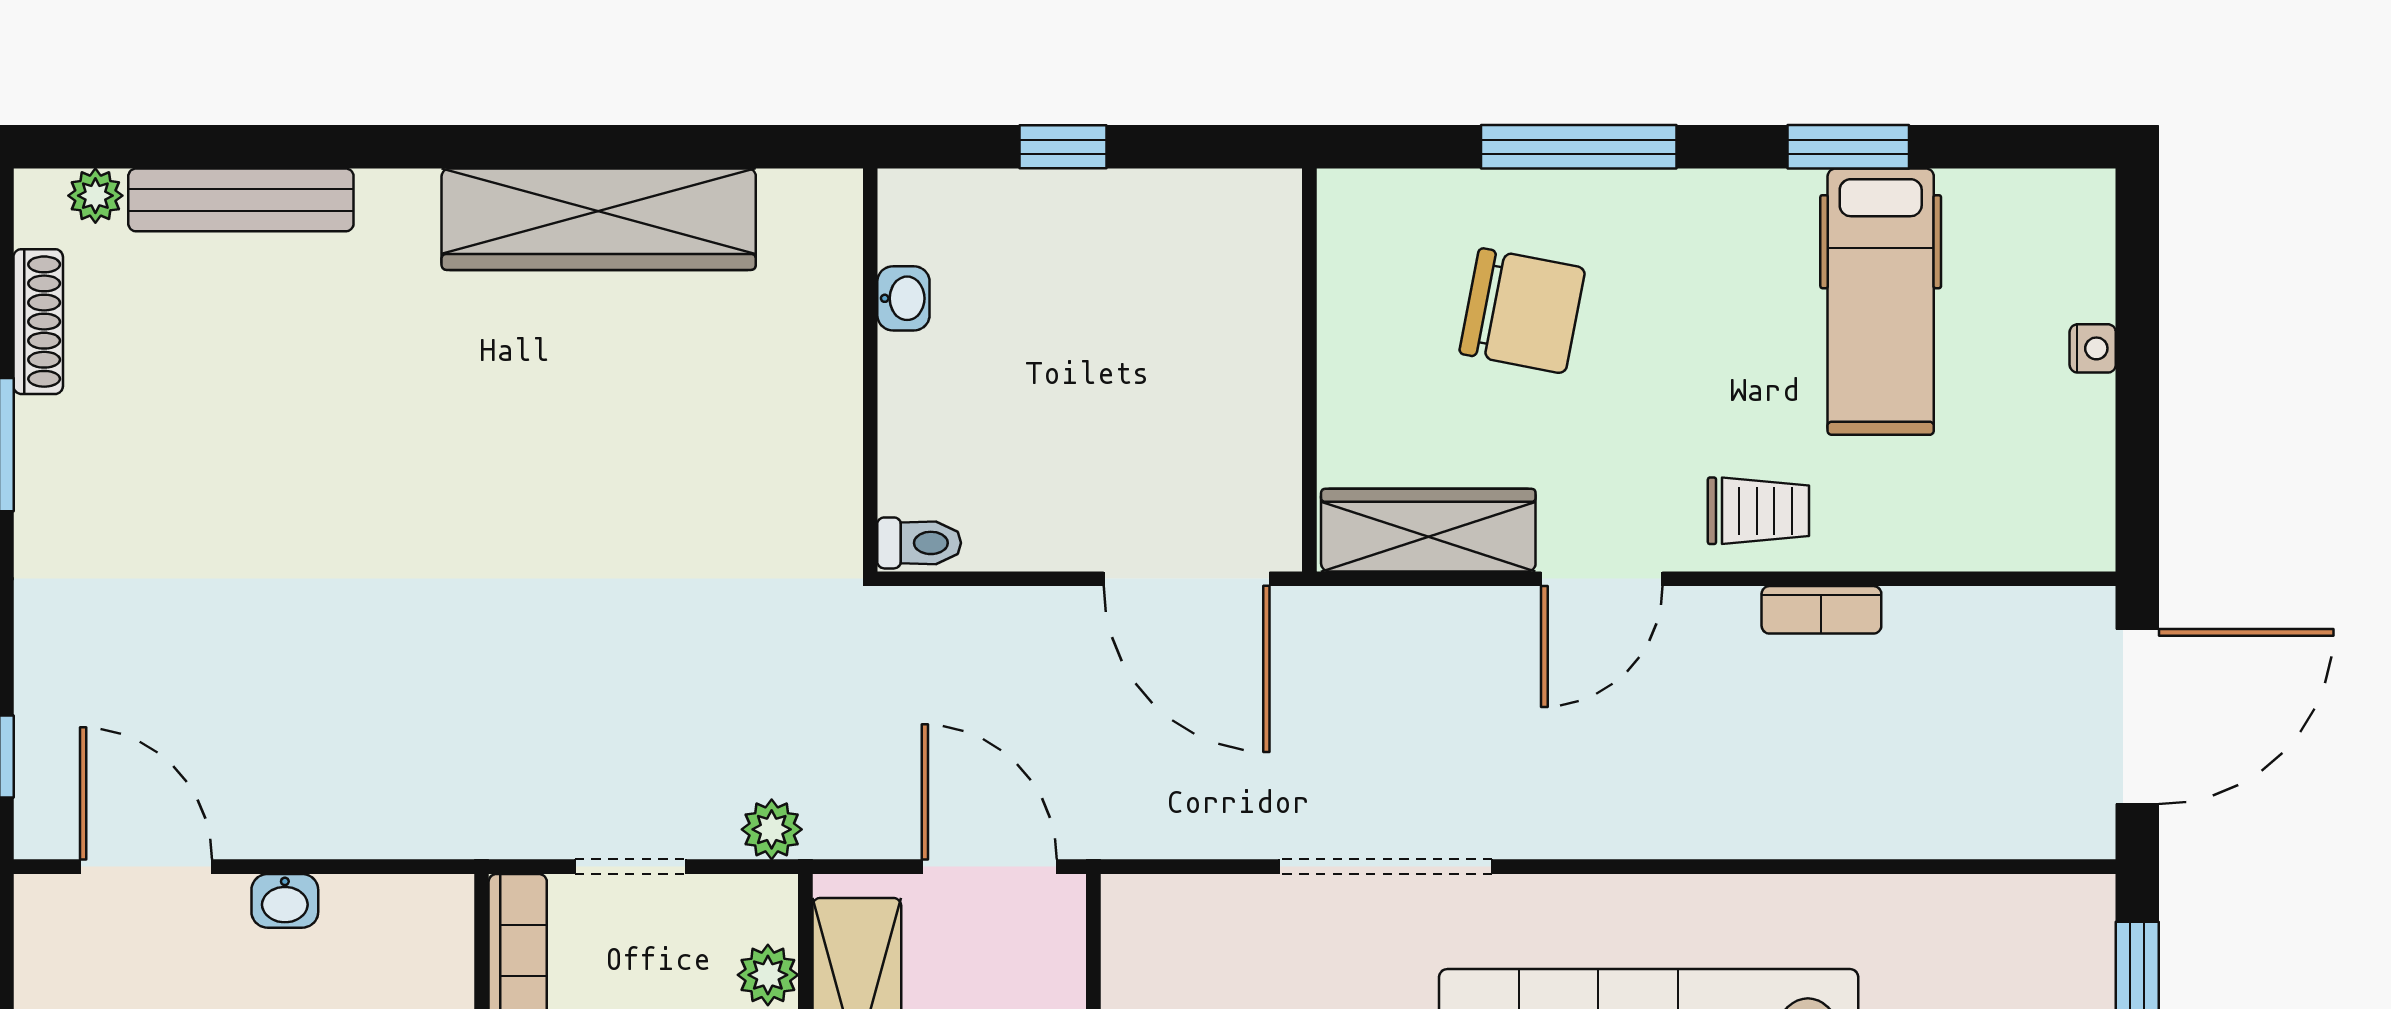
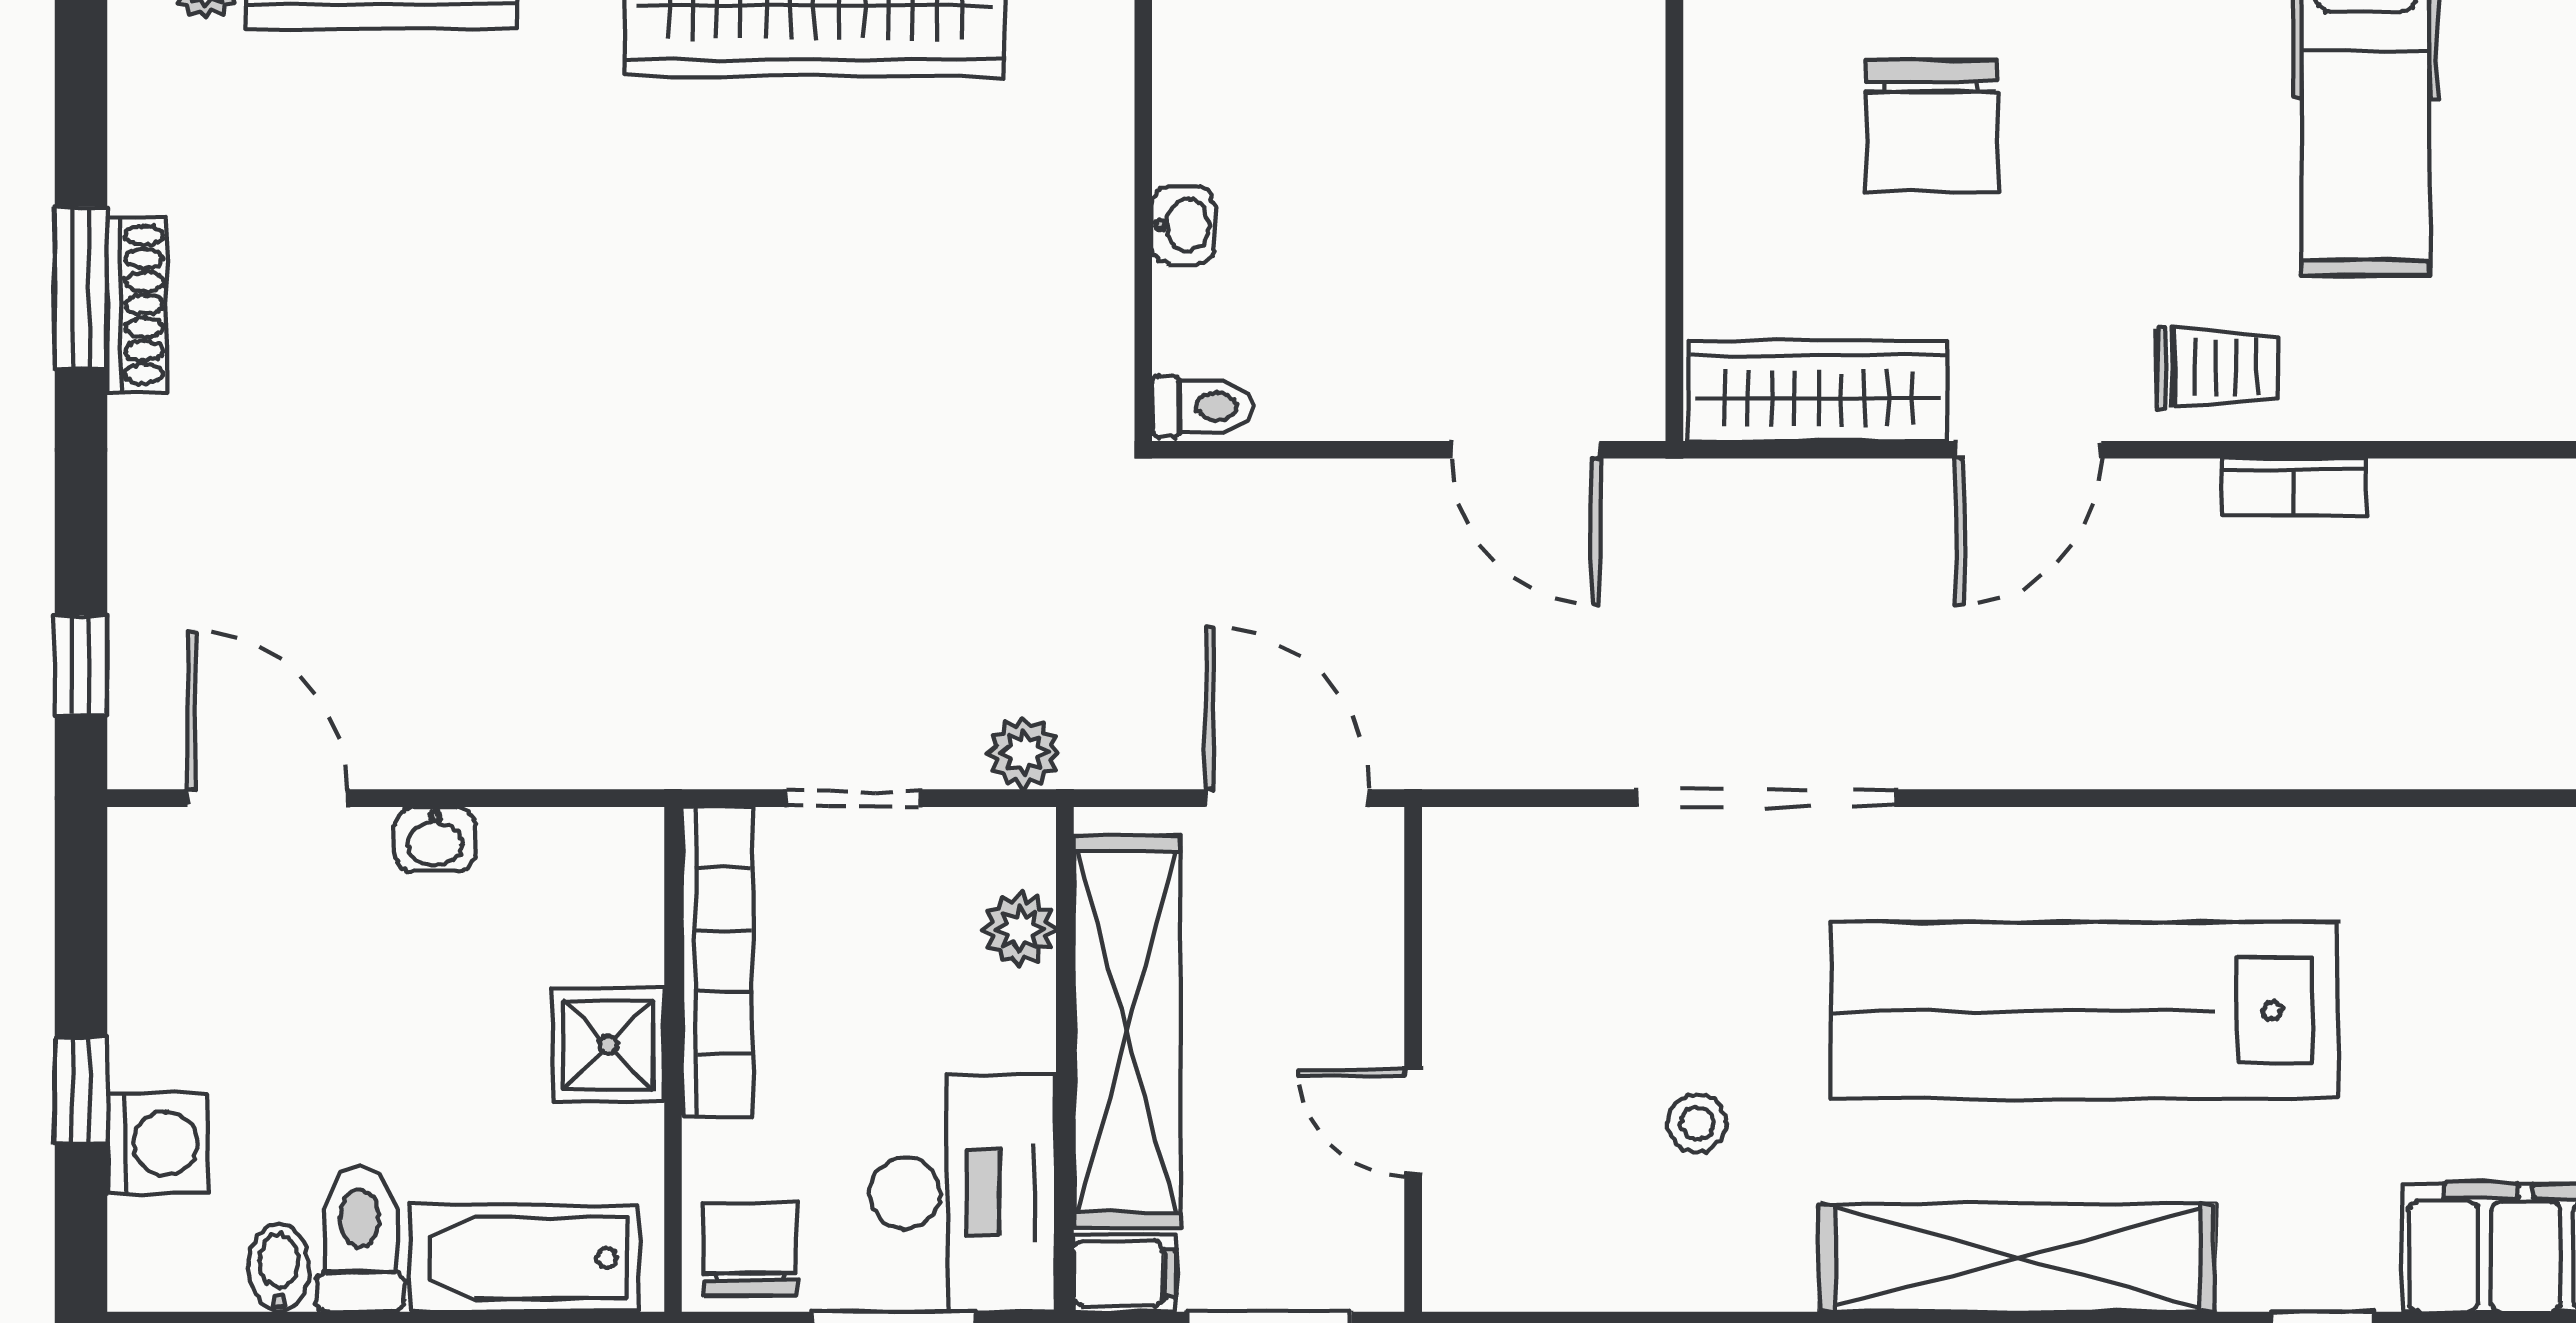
washbasin: (903, 298) -> (1183, 225), moved
chair: (1522, 311) -> (1932, 126), turned 79
shoe rack: (38, 322) -> (137, 305), moved
door: (1187, 579) -> (1526, 450), width x0.73

